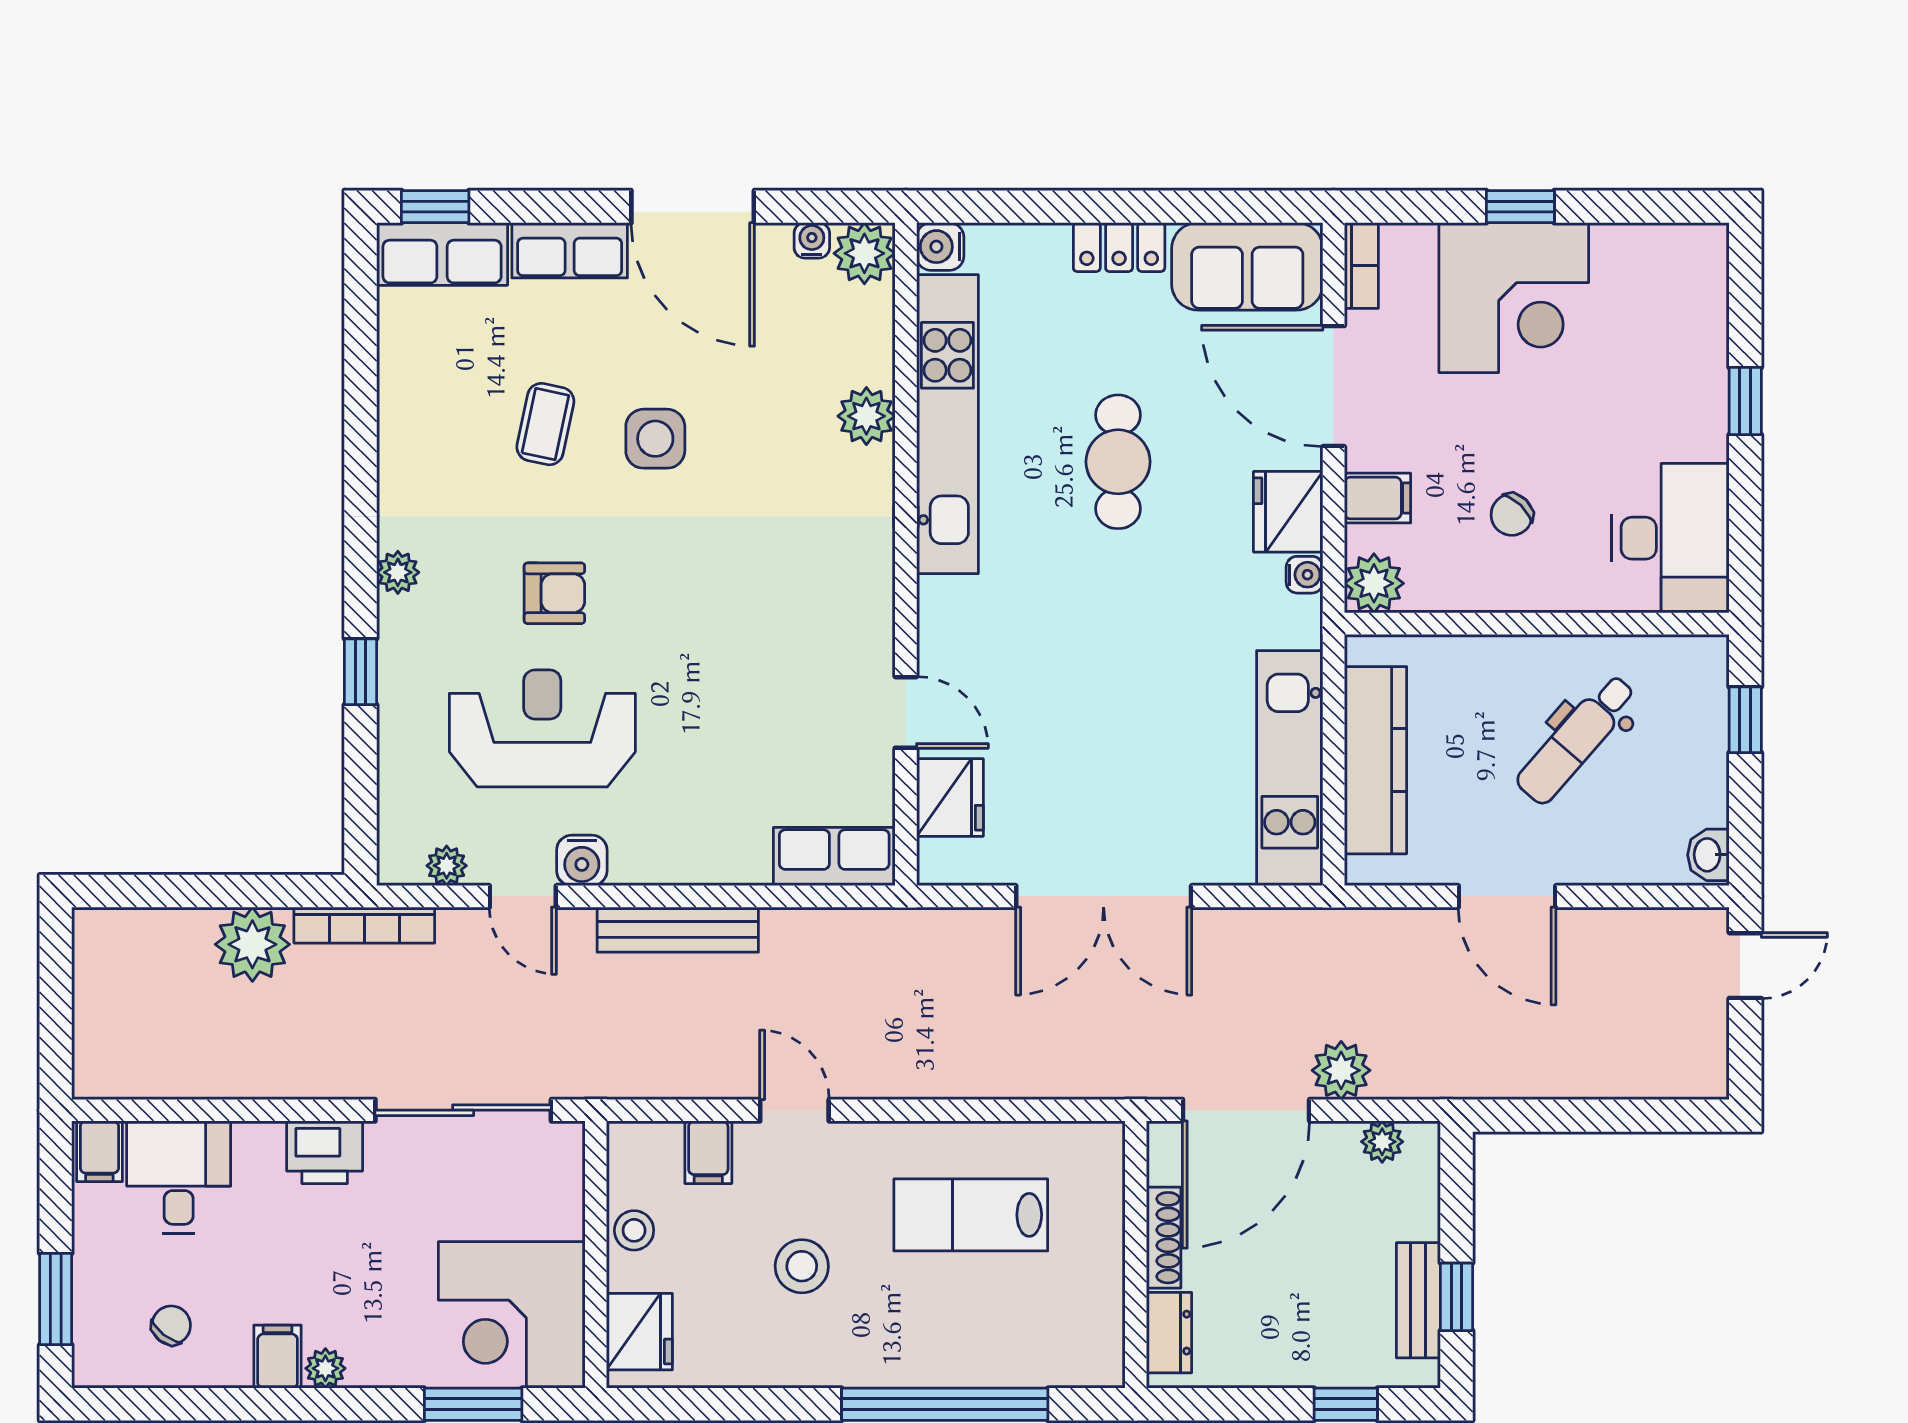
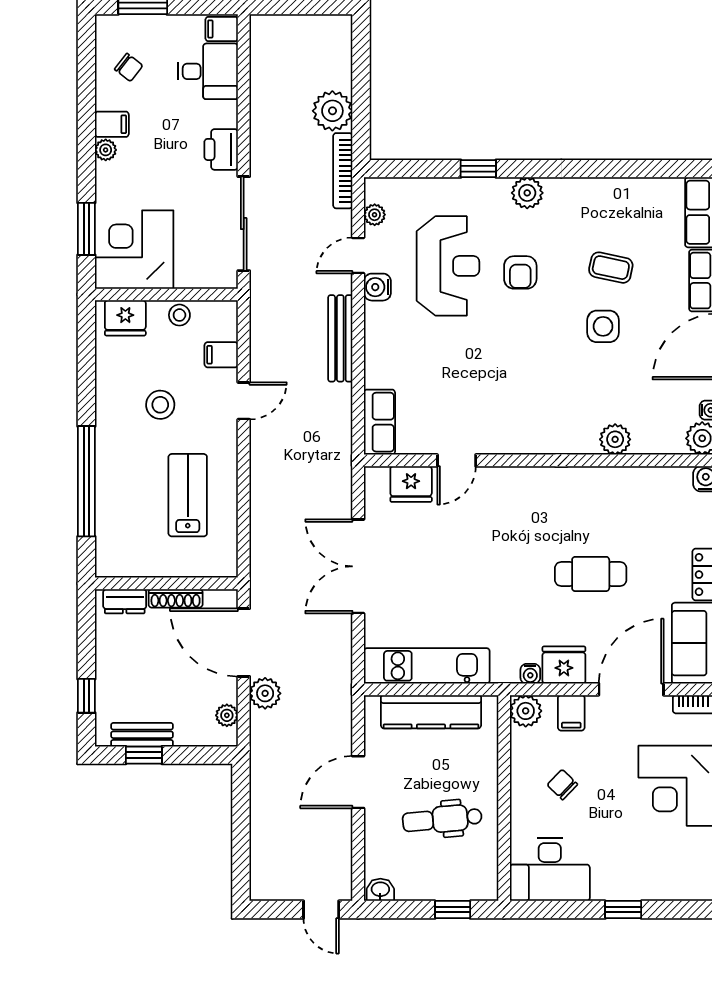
kitchen unit: (947, 424) -> (611, 483), removed
plant: (398, 572) -> (527, 193), width x1.38, depth x1.38
dental chair: (1576, 739) -> (442, 819), turned -46

